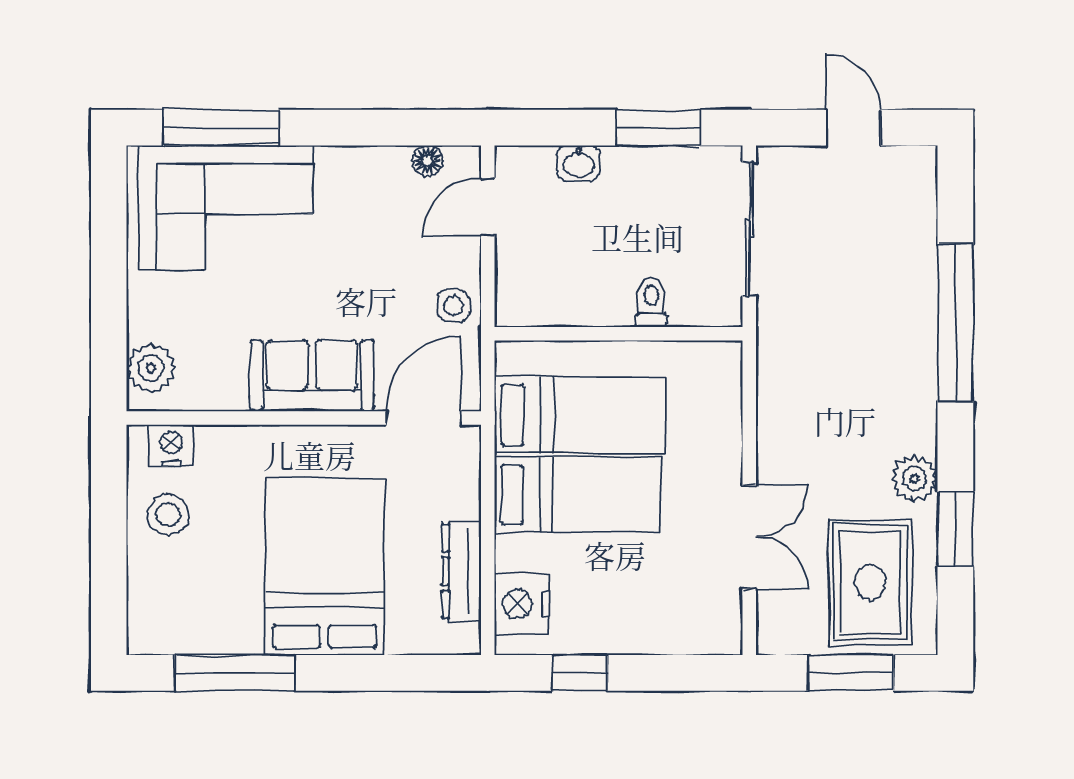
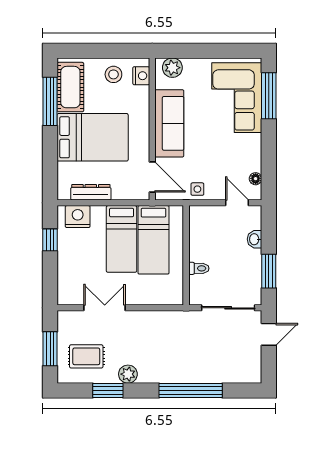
door: (853, 128) -> (269, 334), moved
sofa: (312, 376) -> (169, 123), width x1.36
double door: (749, 537) -> (105, 308), swing flipped
rug: (870, 582) -> (86, 356), width x0.73, depth x0.70
cot: (199, 622) -> (70, 87), added

